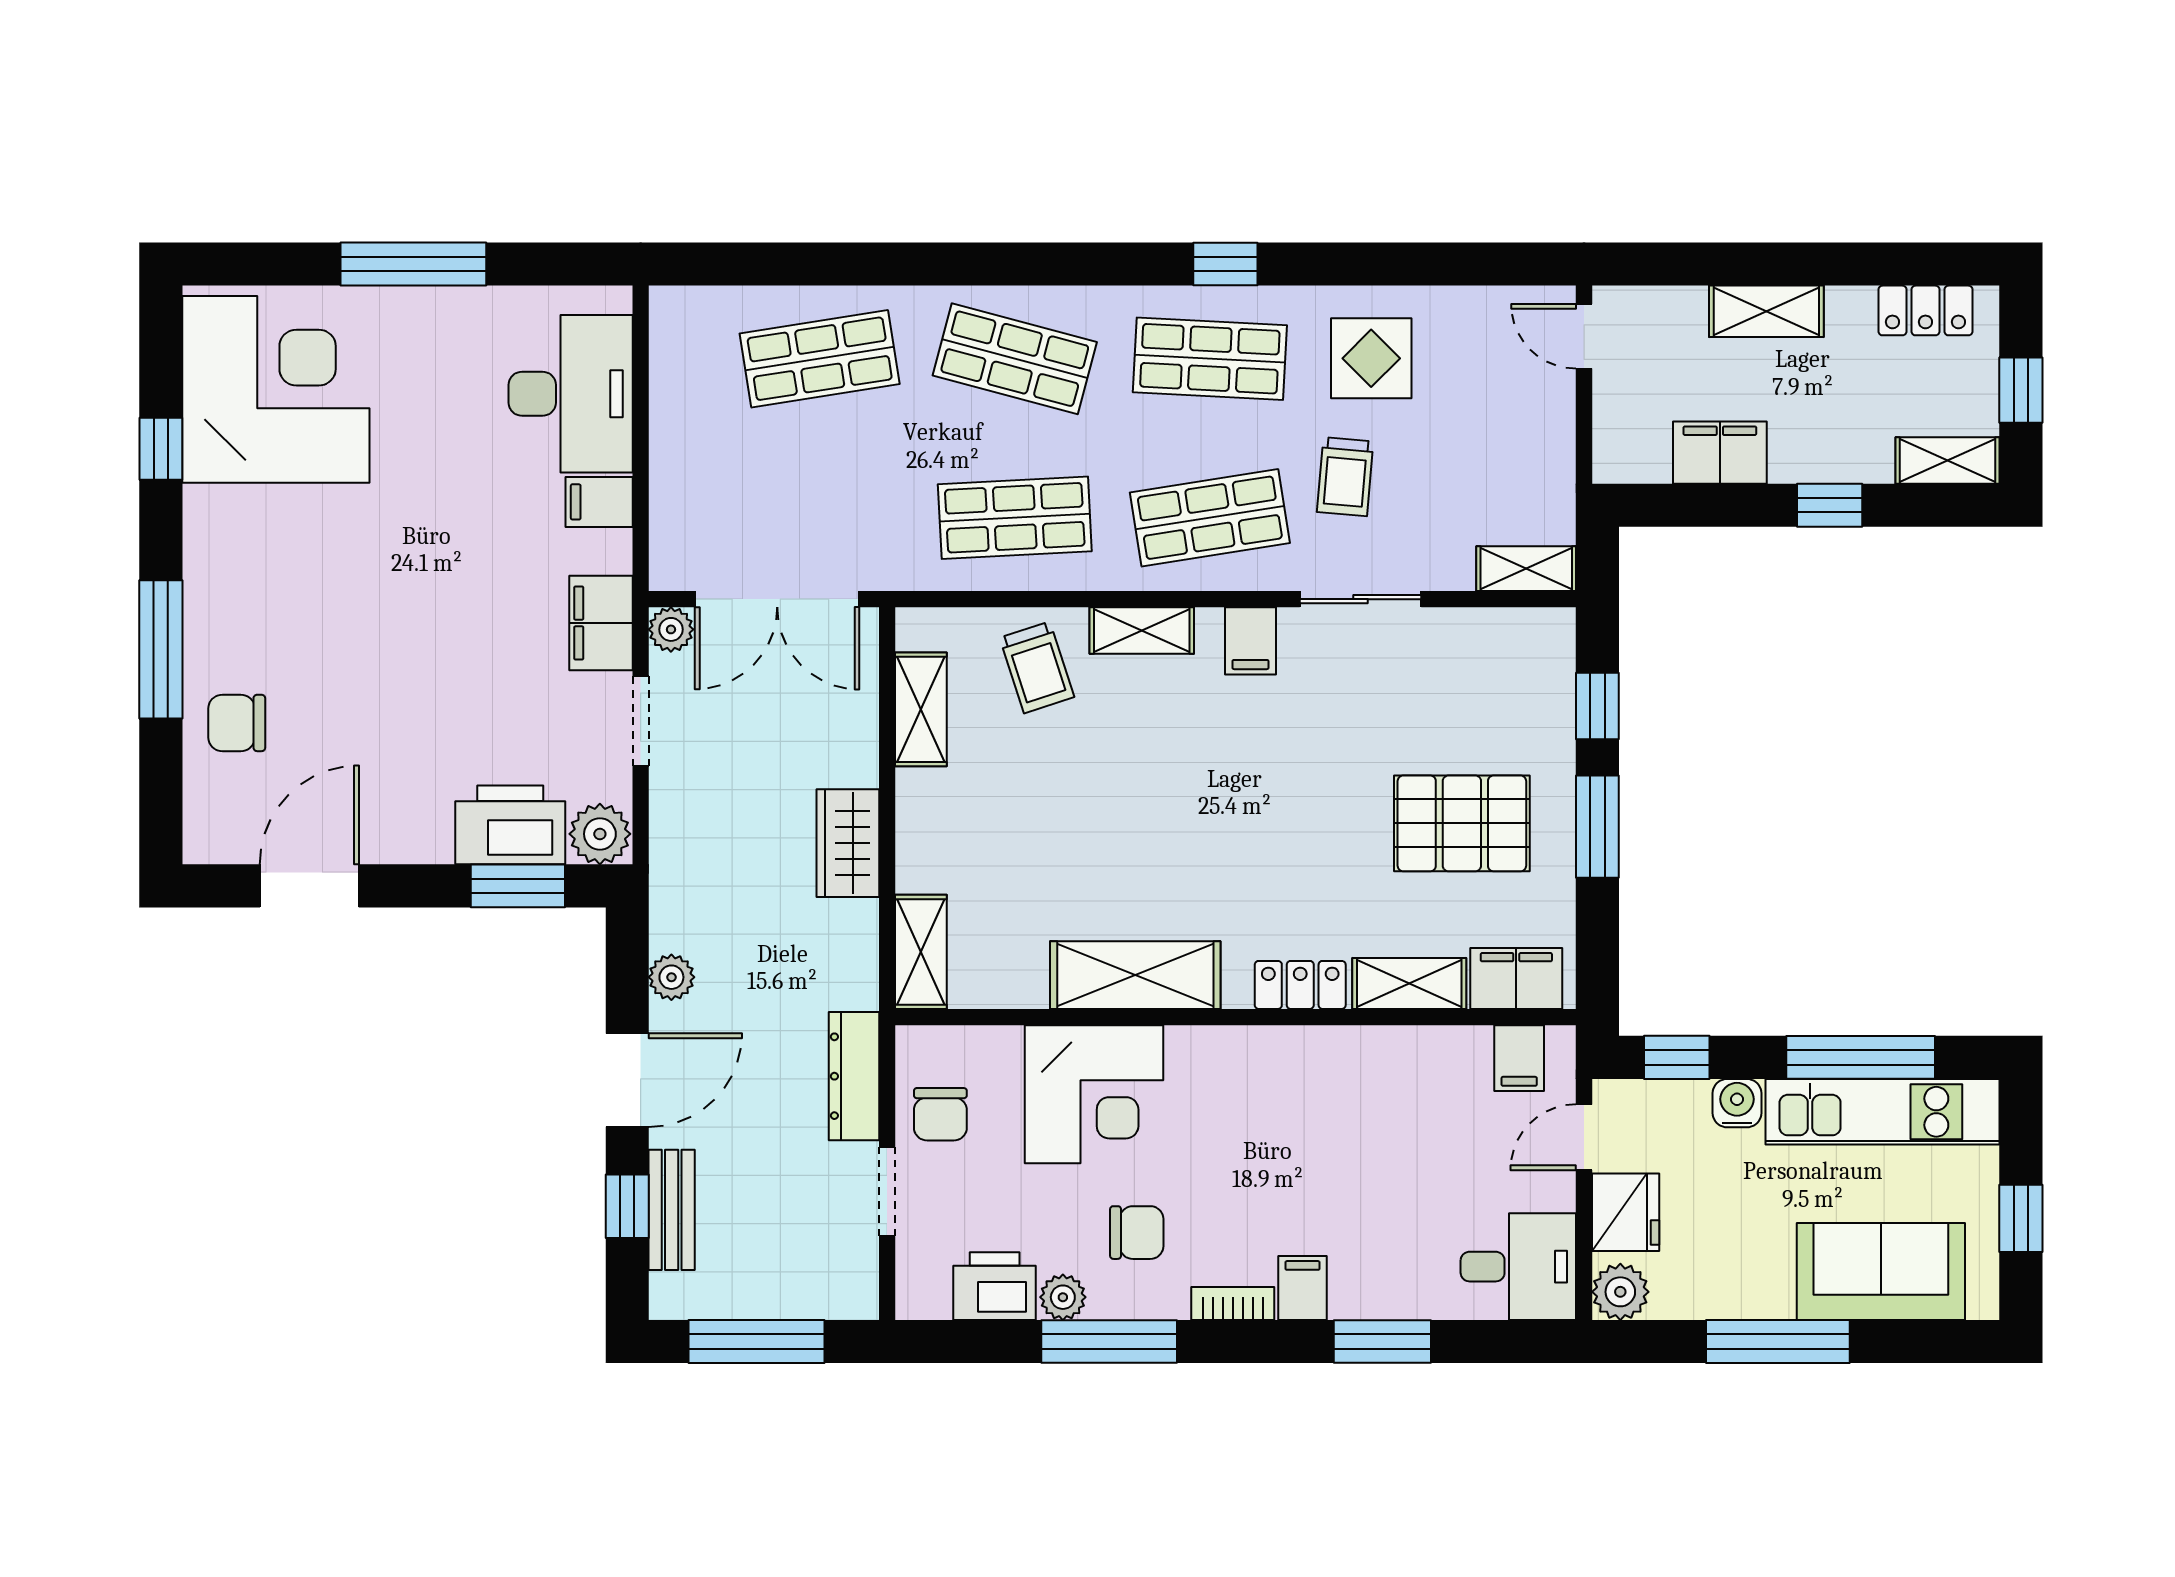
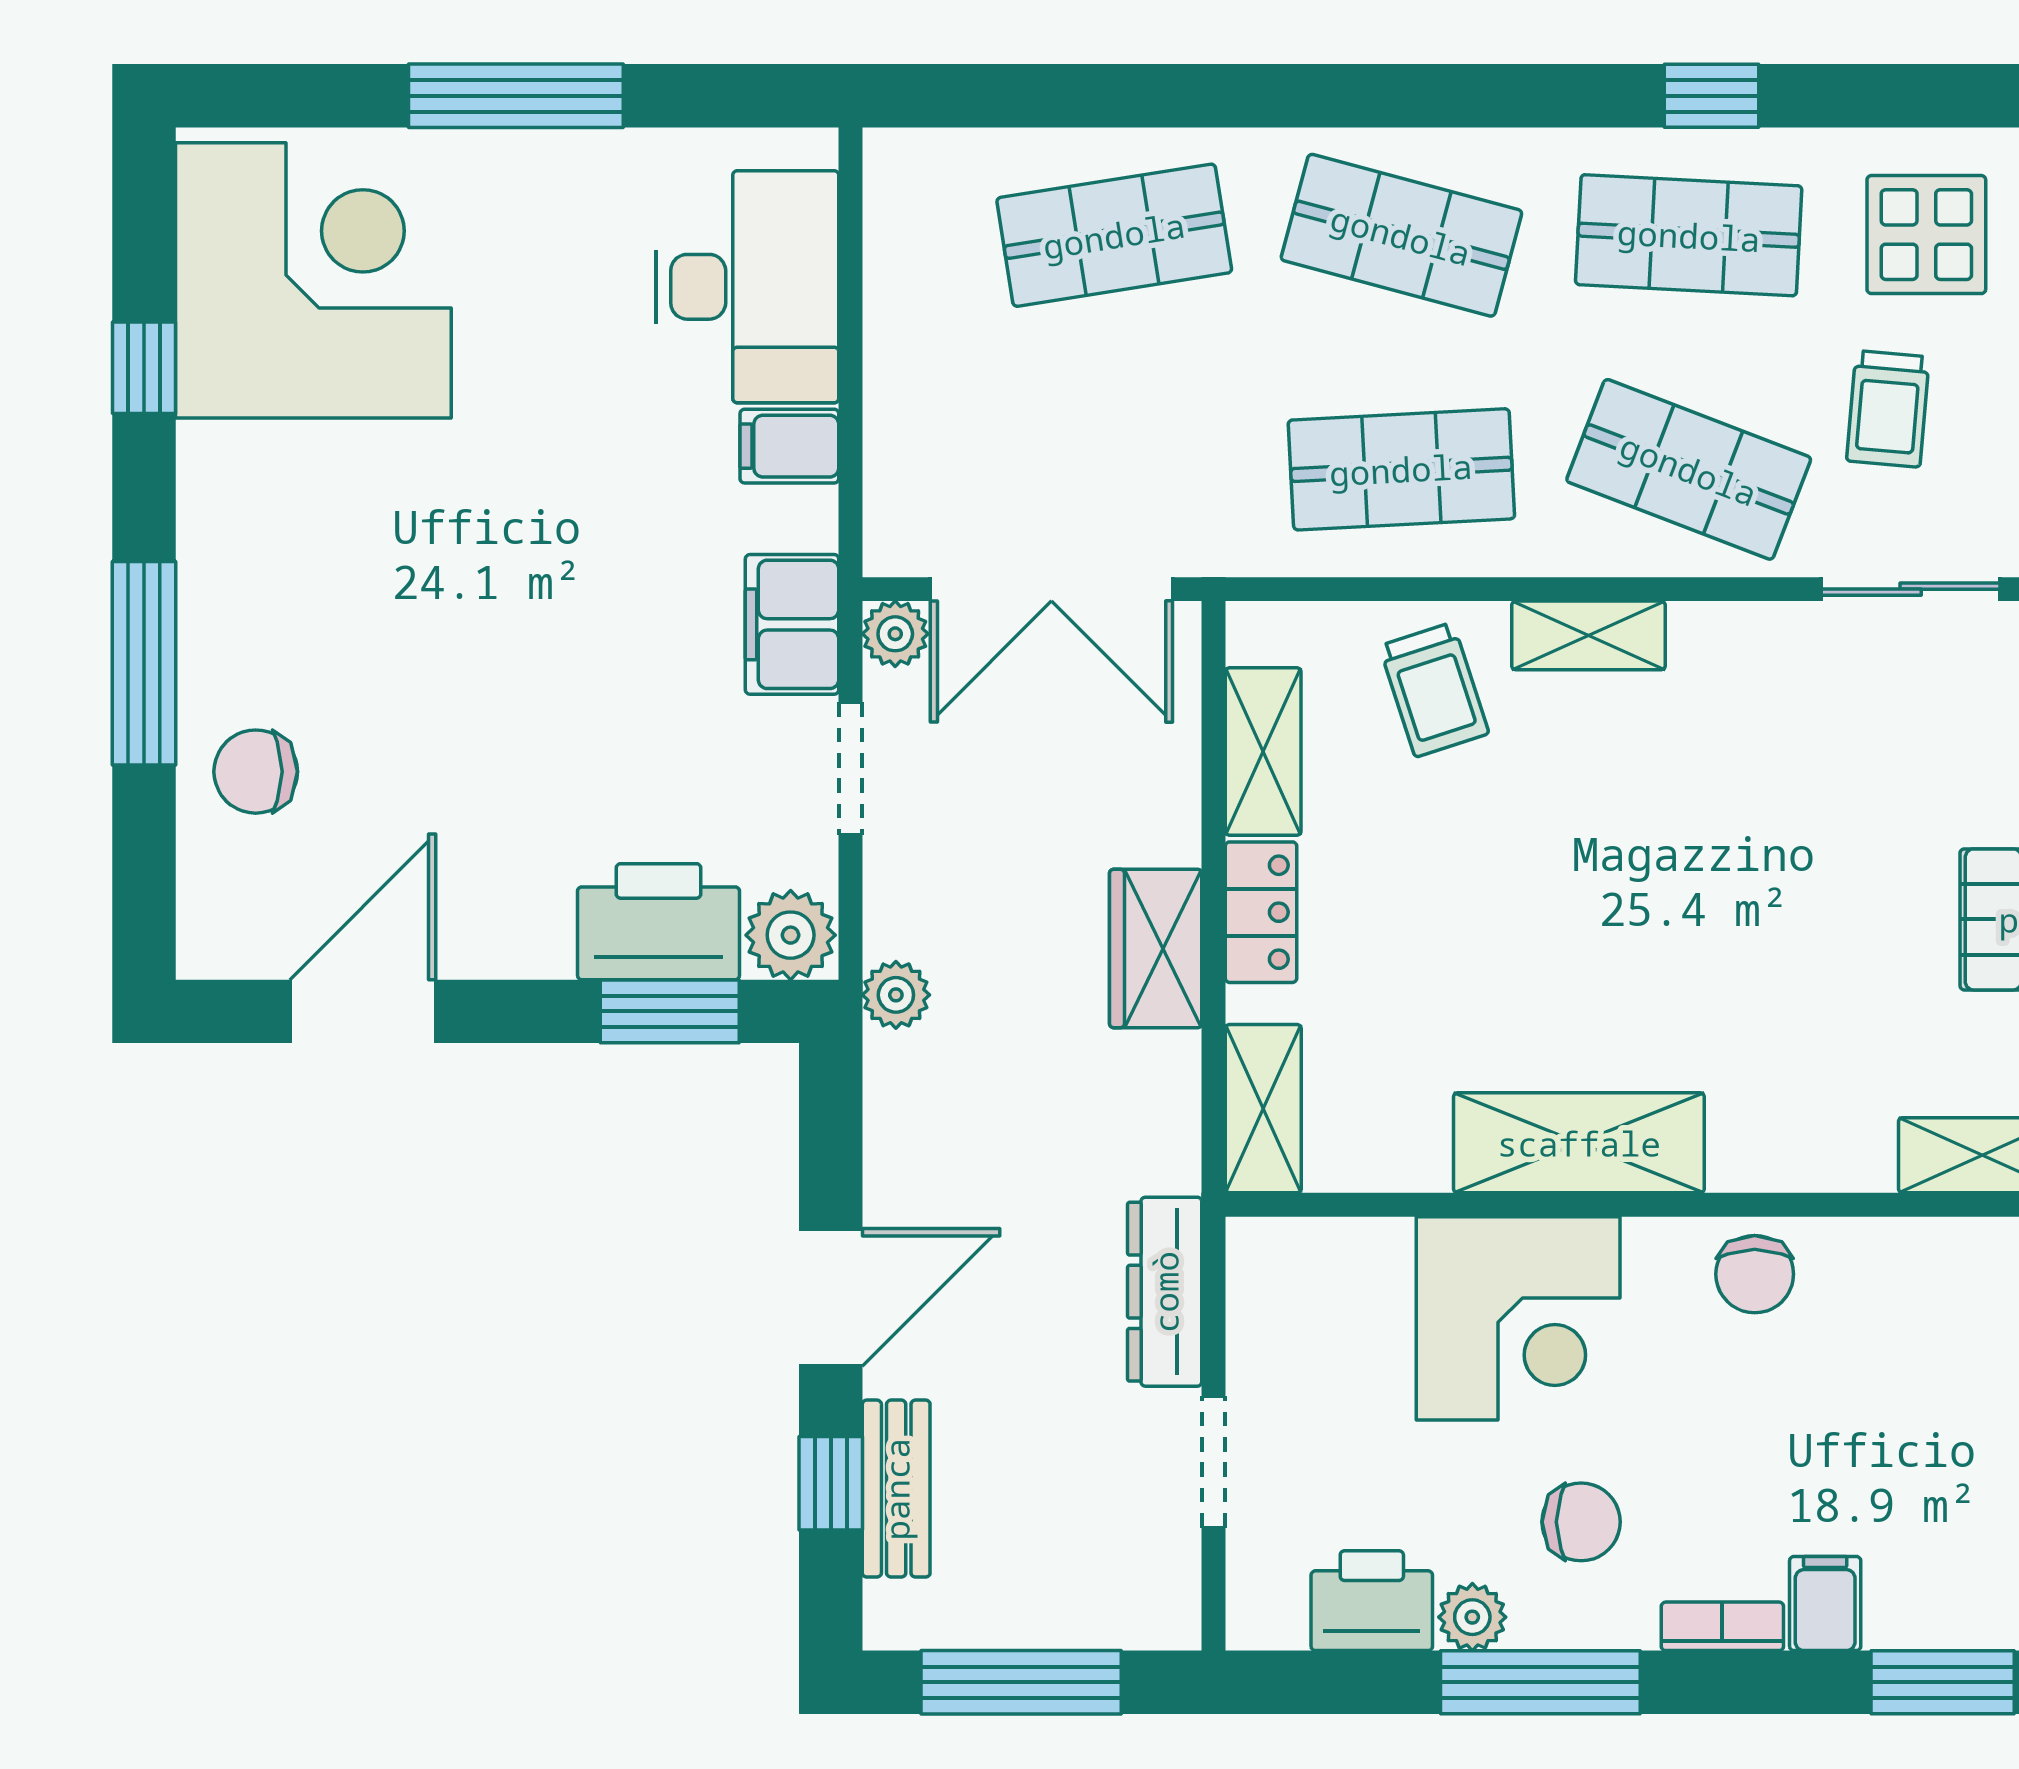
shop shelf: (1210, 518) -> (1689, 469), turned 30
filing cabinet: (1250, 641) -> (1749, 651), removed
plant: (671, 977) -> (896, 995), moved
locker: (1300, 985) -> (1261, 912), moved, turned 90
chair: (940, 1114) -> (1755, 1274), moved

